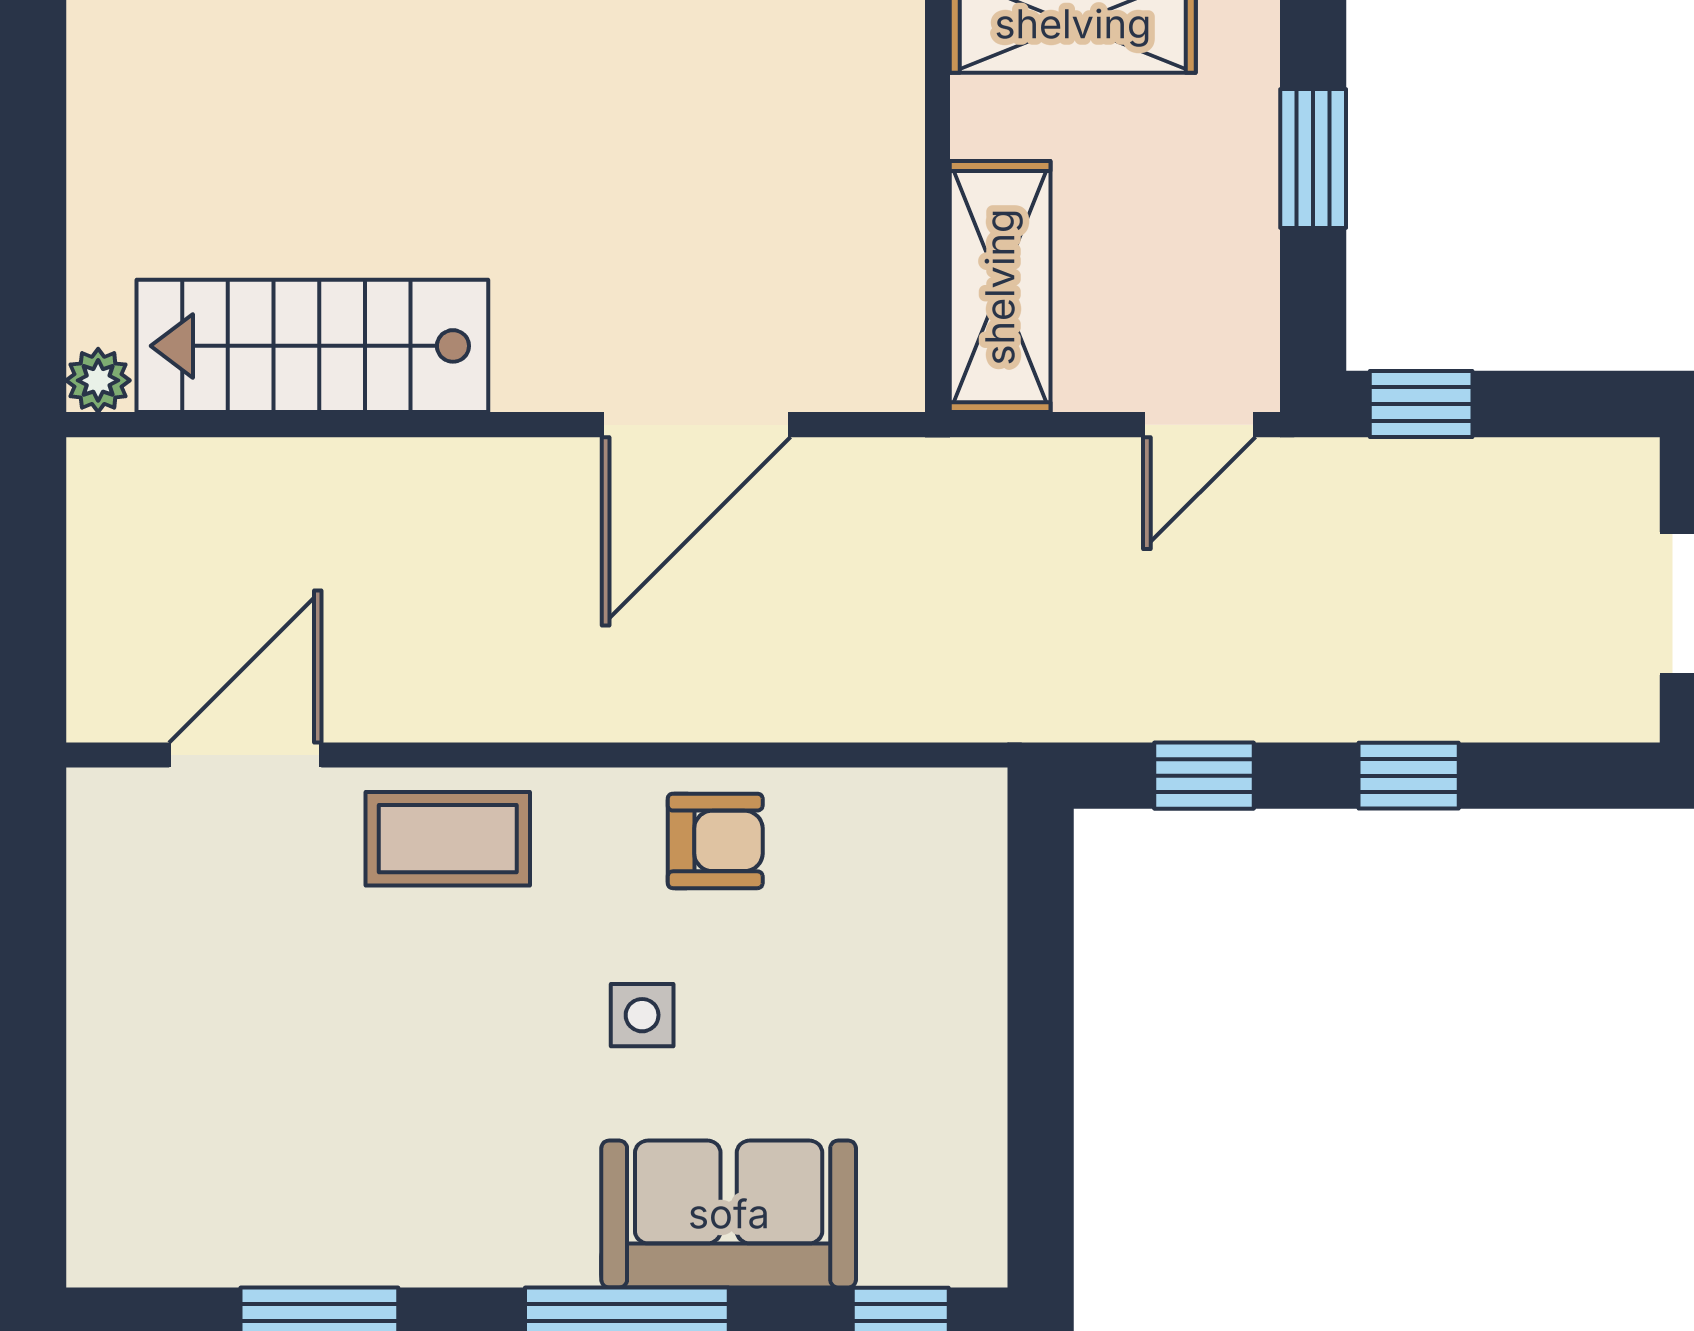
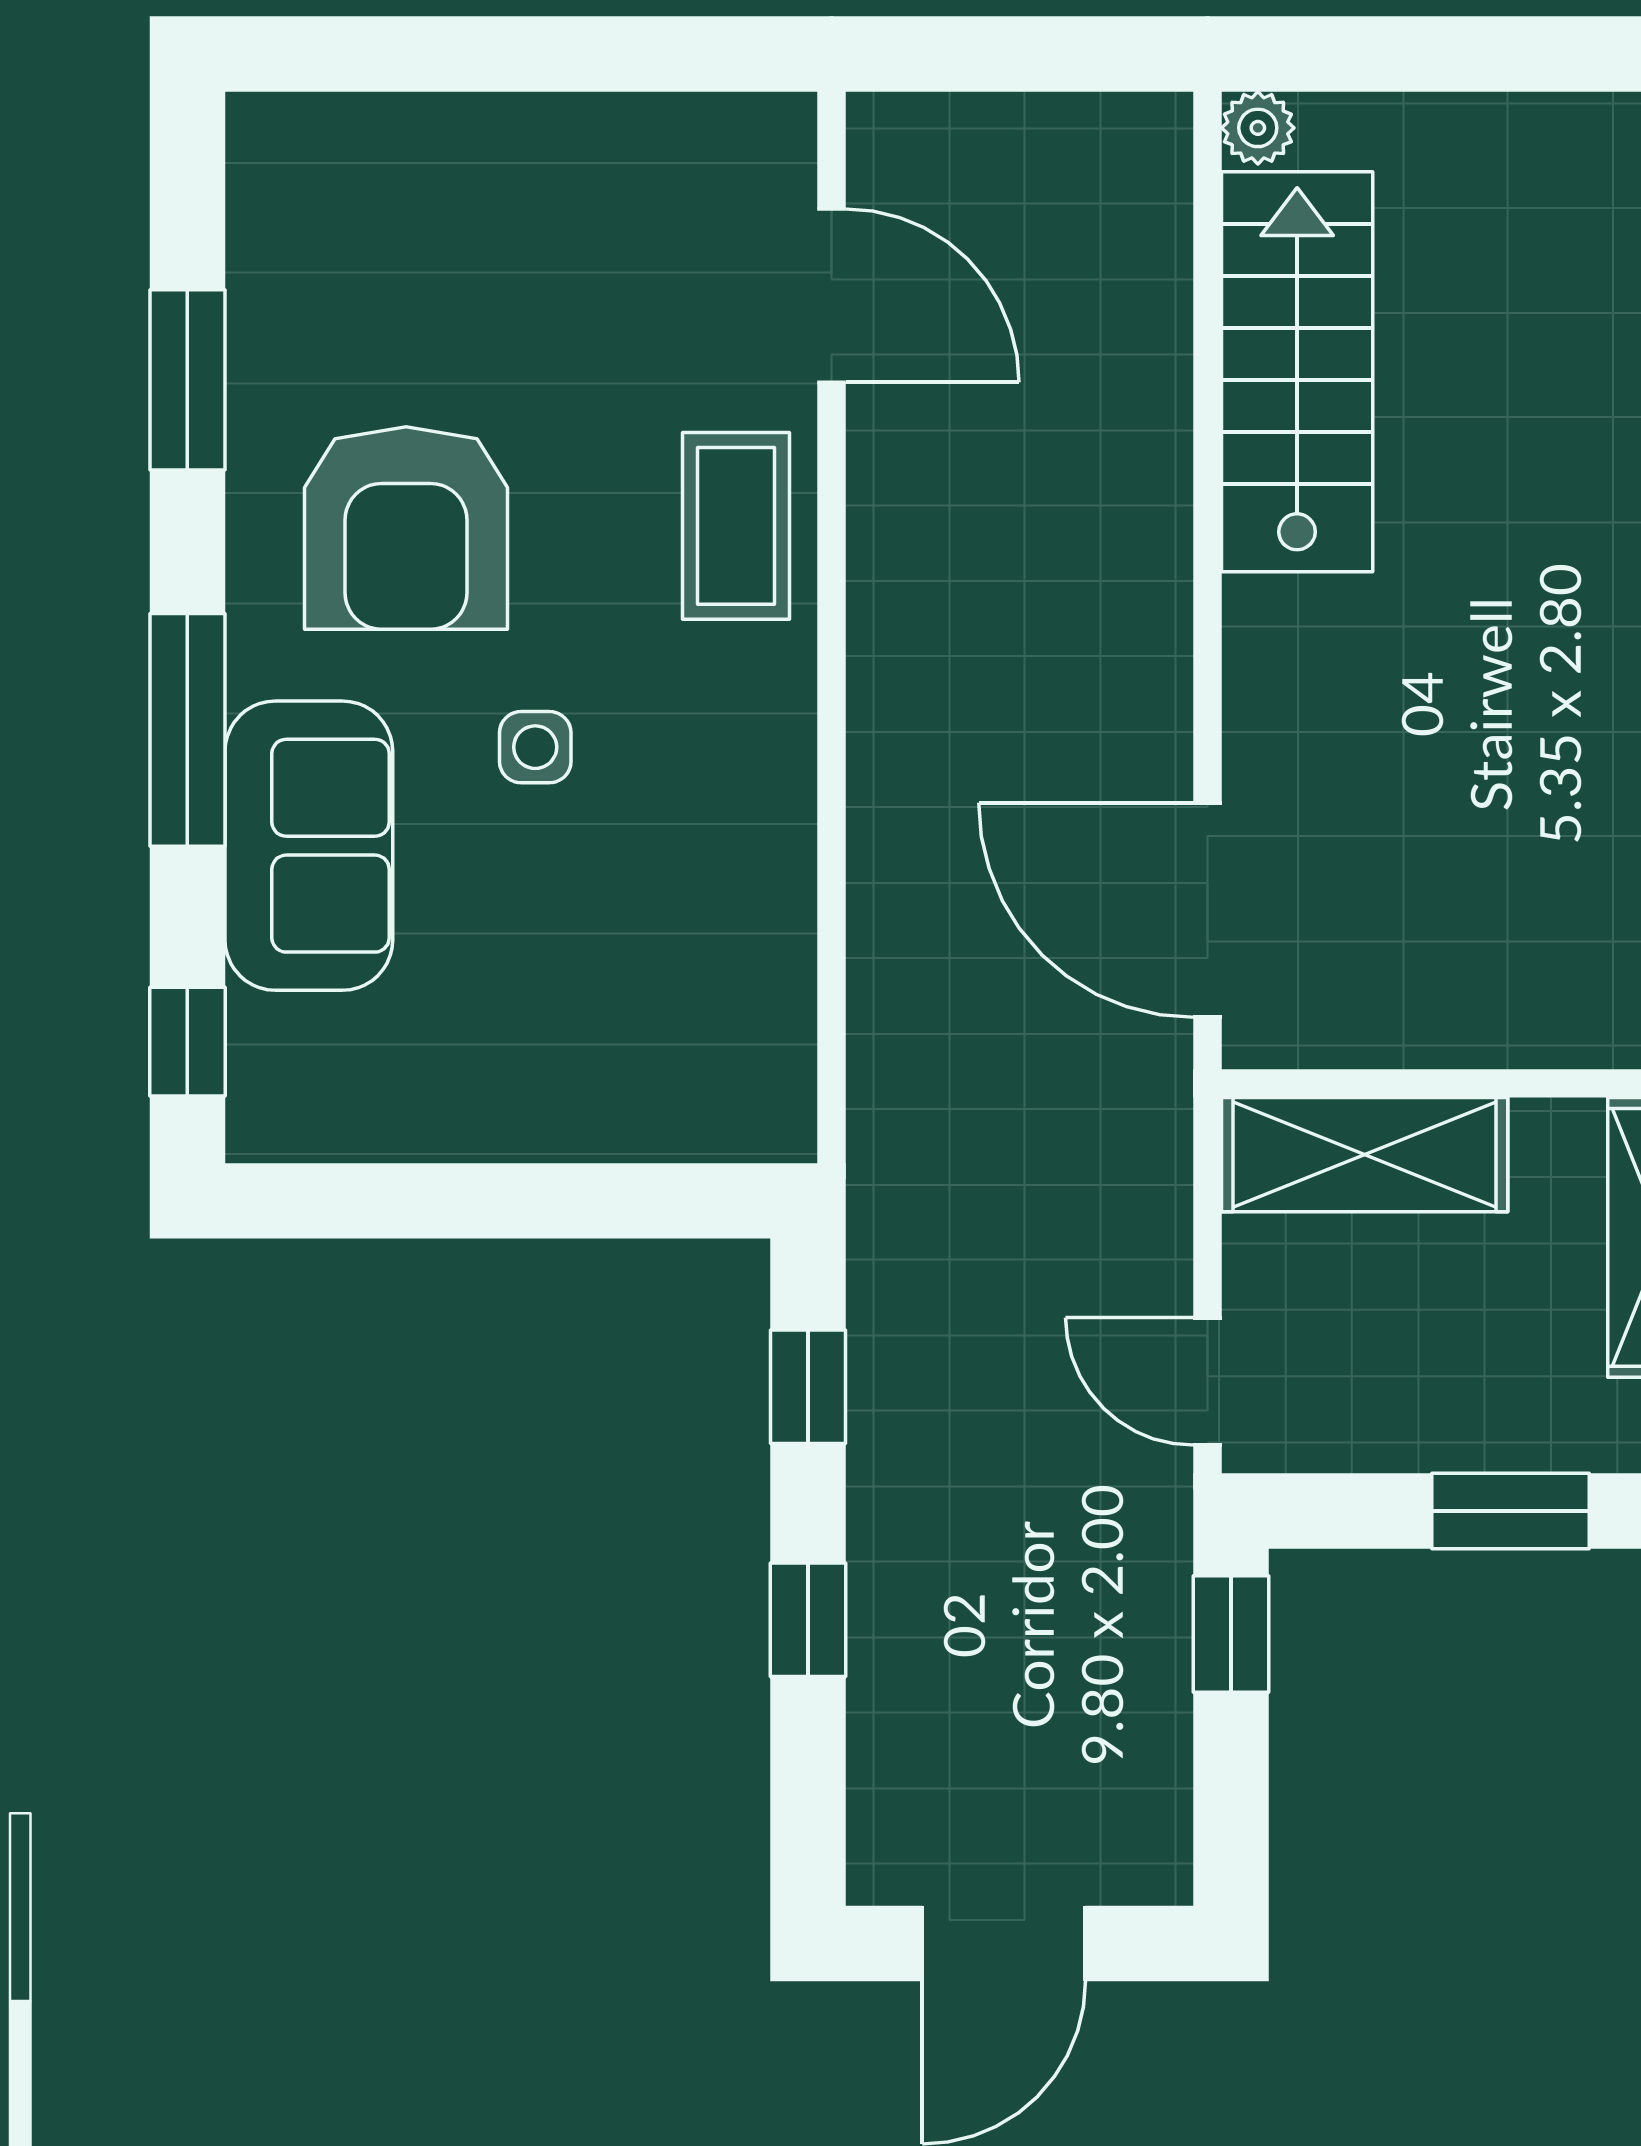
door: (696, 425) -> (1207, 910), moved
armchair: (715, 841) -> (406, 528), moved, width x1.88, depth x1.88

